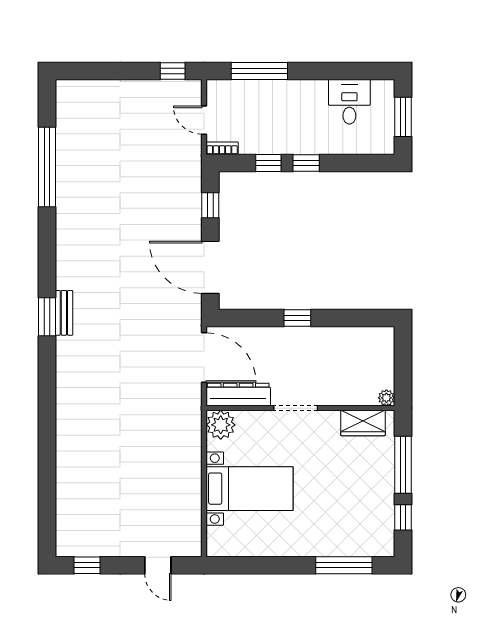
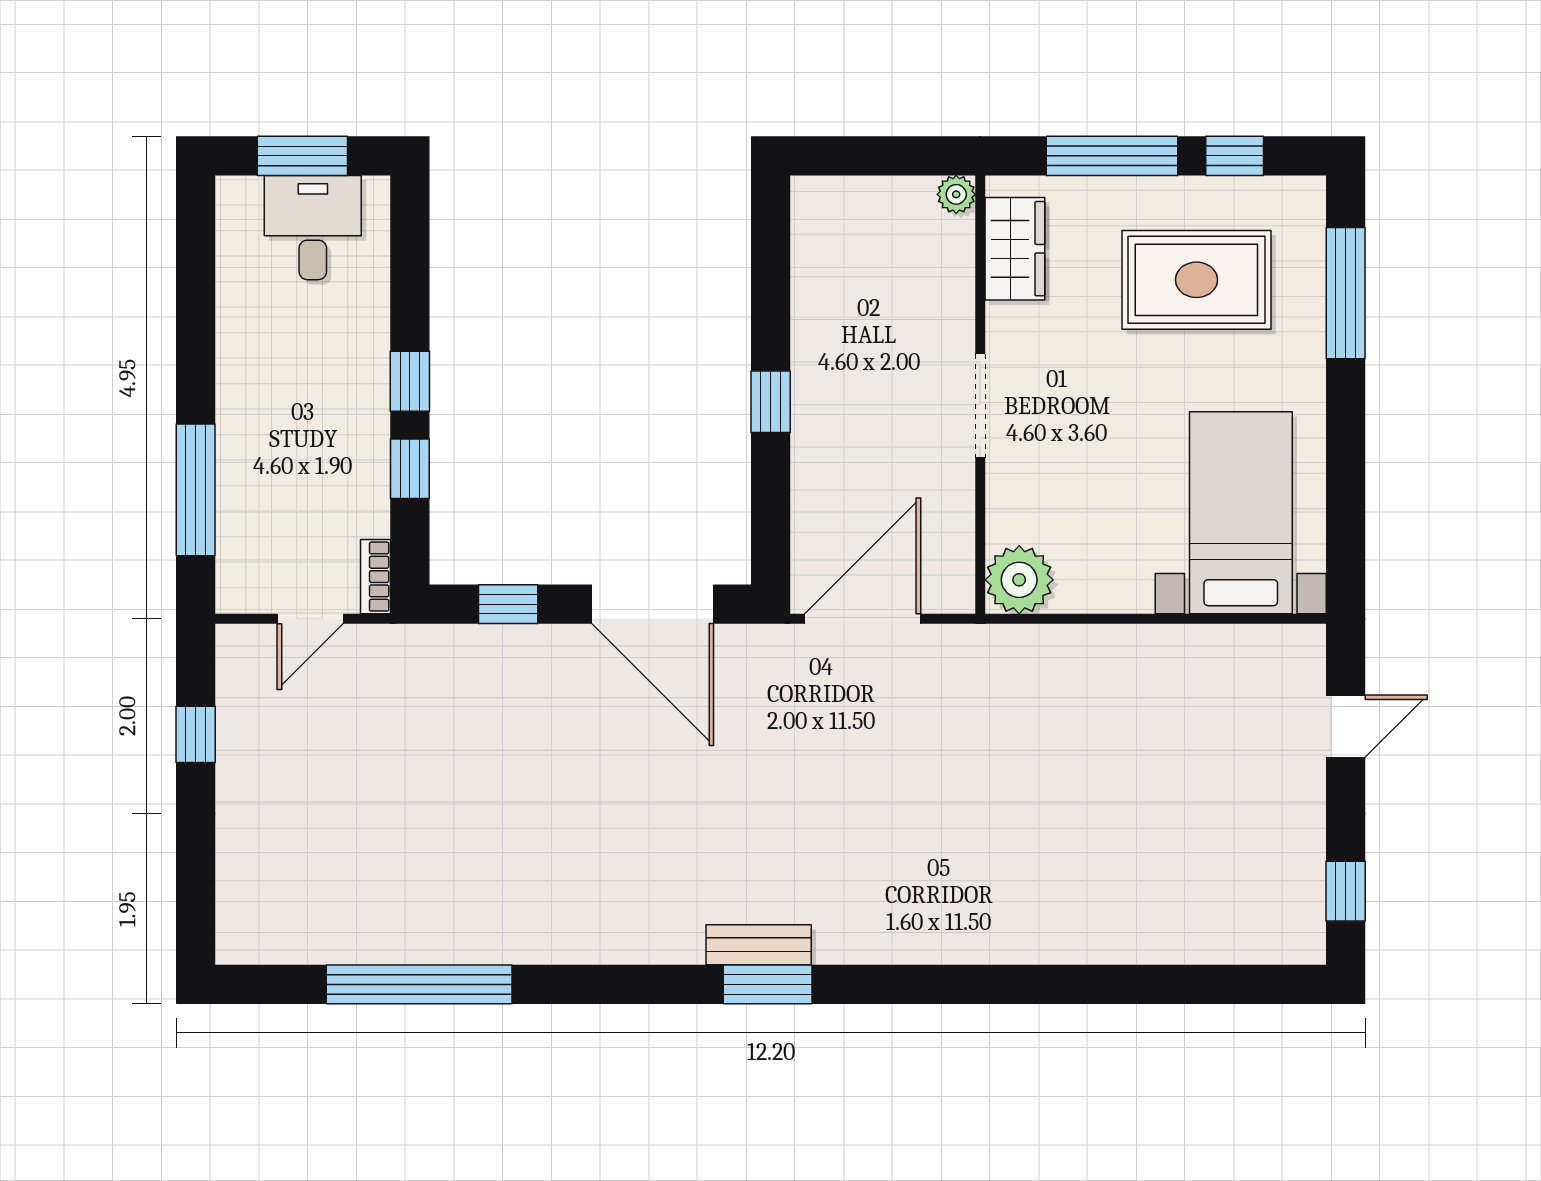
window: (173, 71) -> (196, 734), moved
desk: (349, 102) -> (313, 228), moved, turned 90
door: (210, 267) -> (653, 604), hinge flipped
dresser: (238, 395) -> (949, 539), removed
bed with nightstands: (250, 489) -> (1241, 513), moved
rug: (350, 501) -> (1196, 280), added

